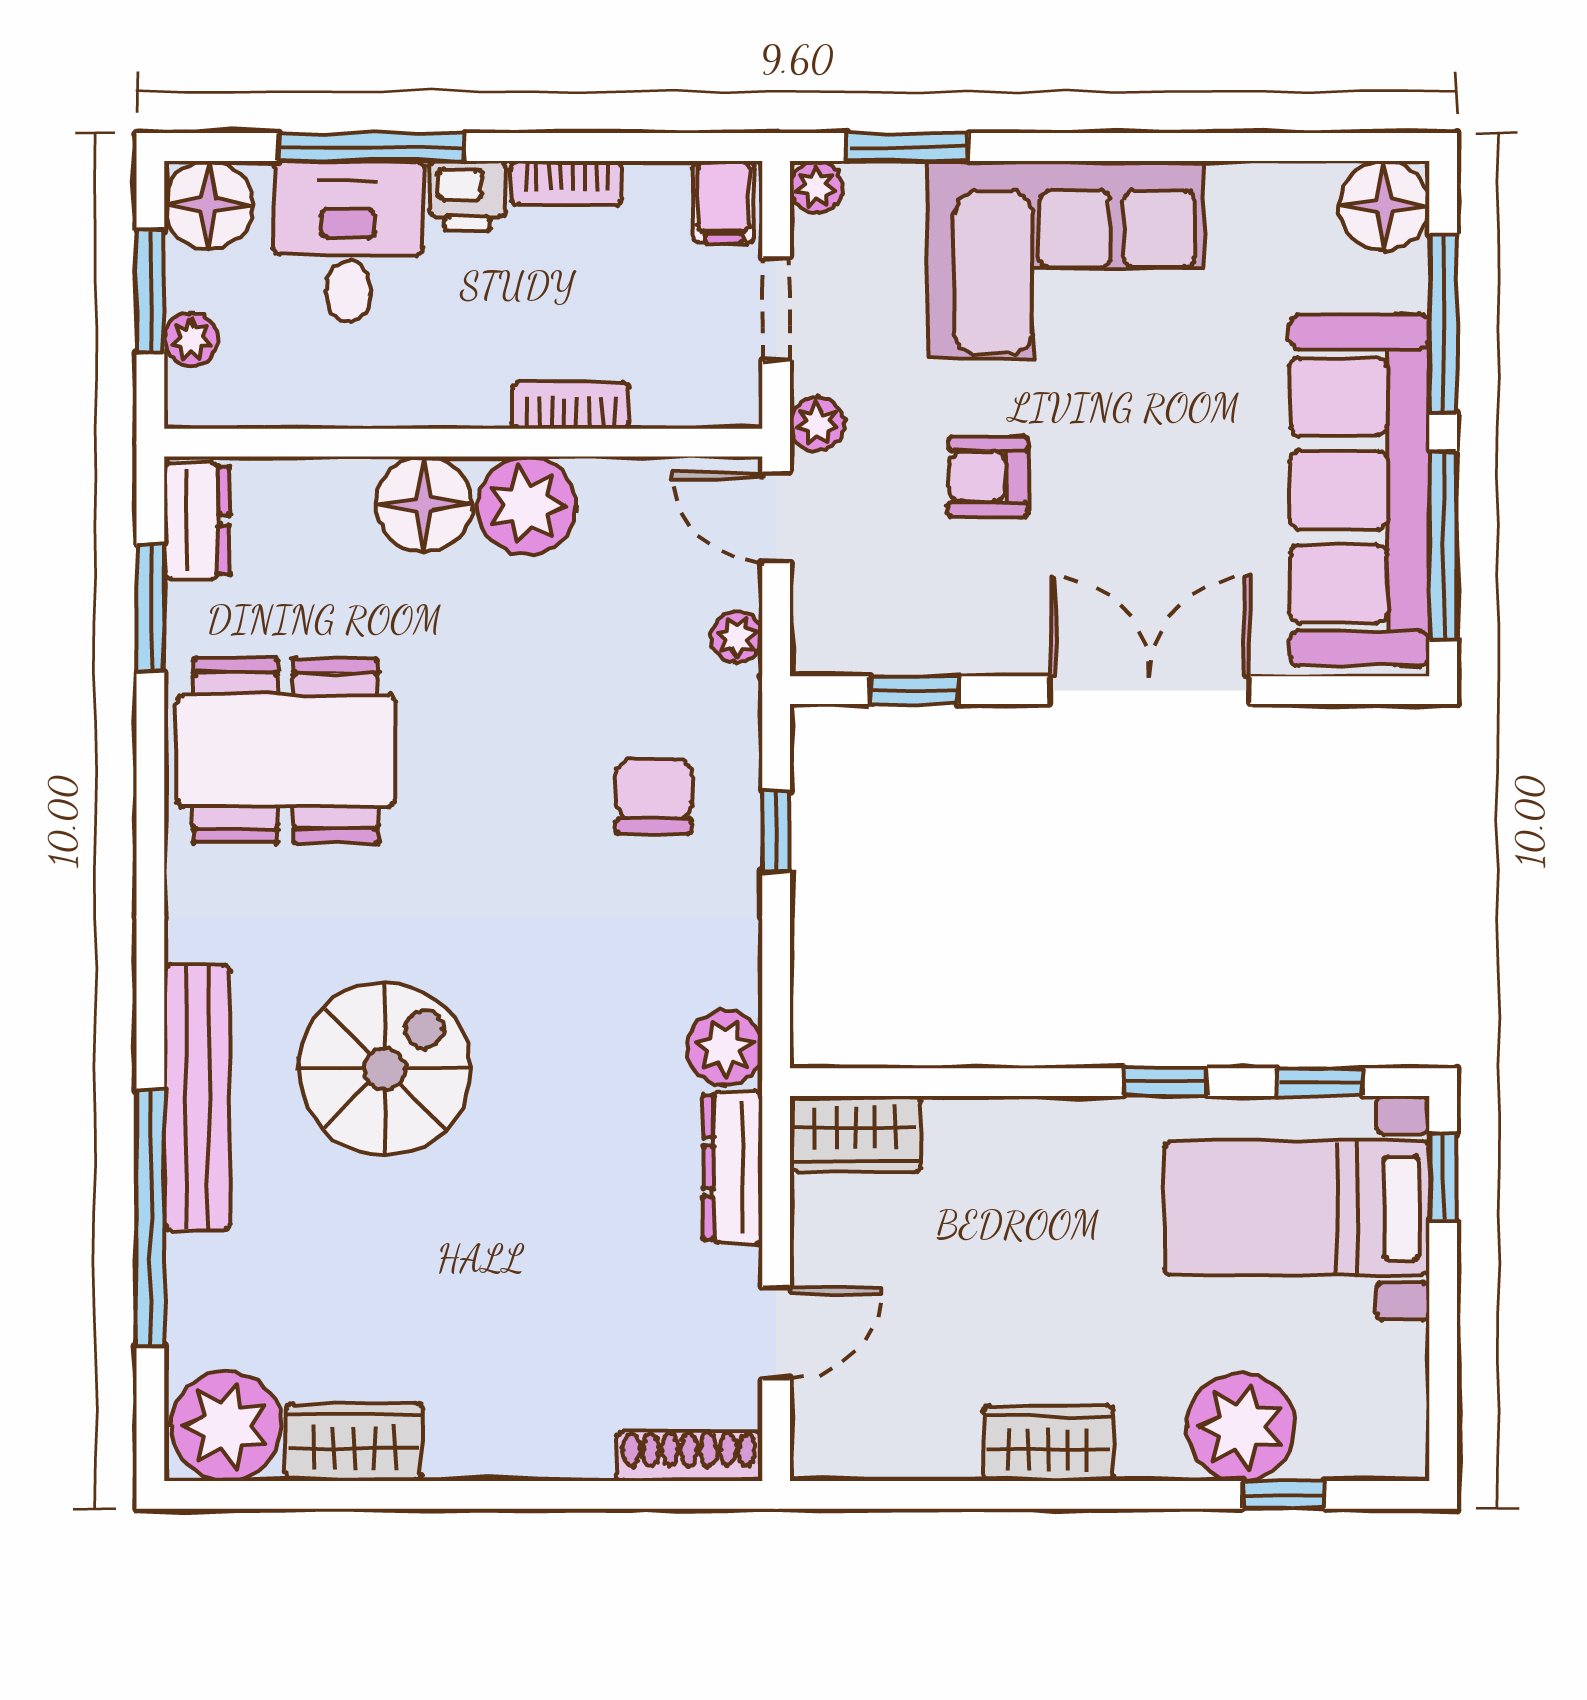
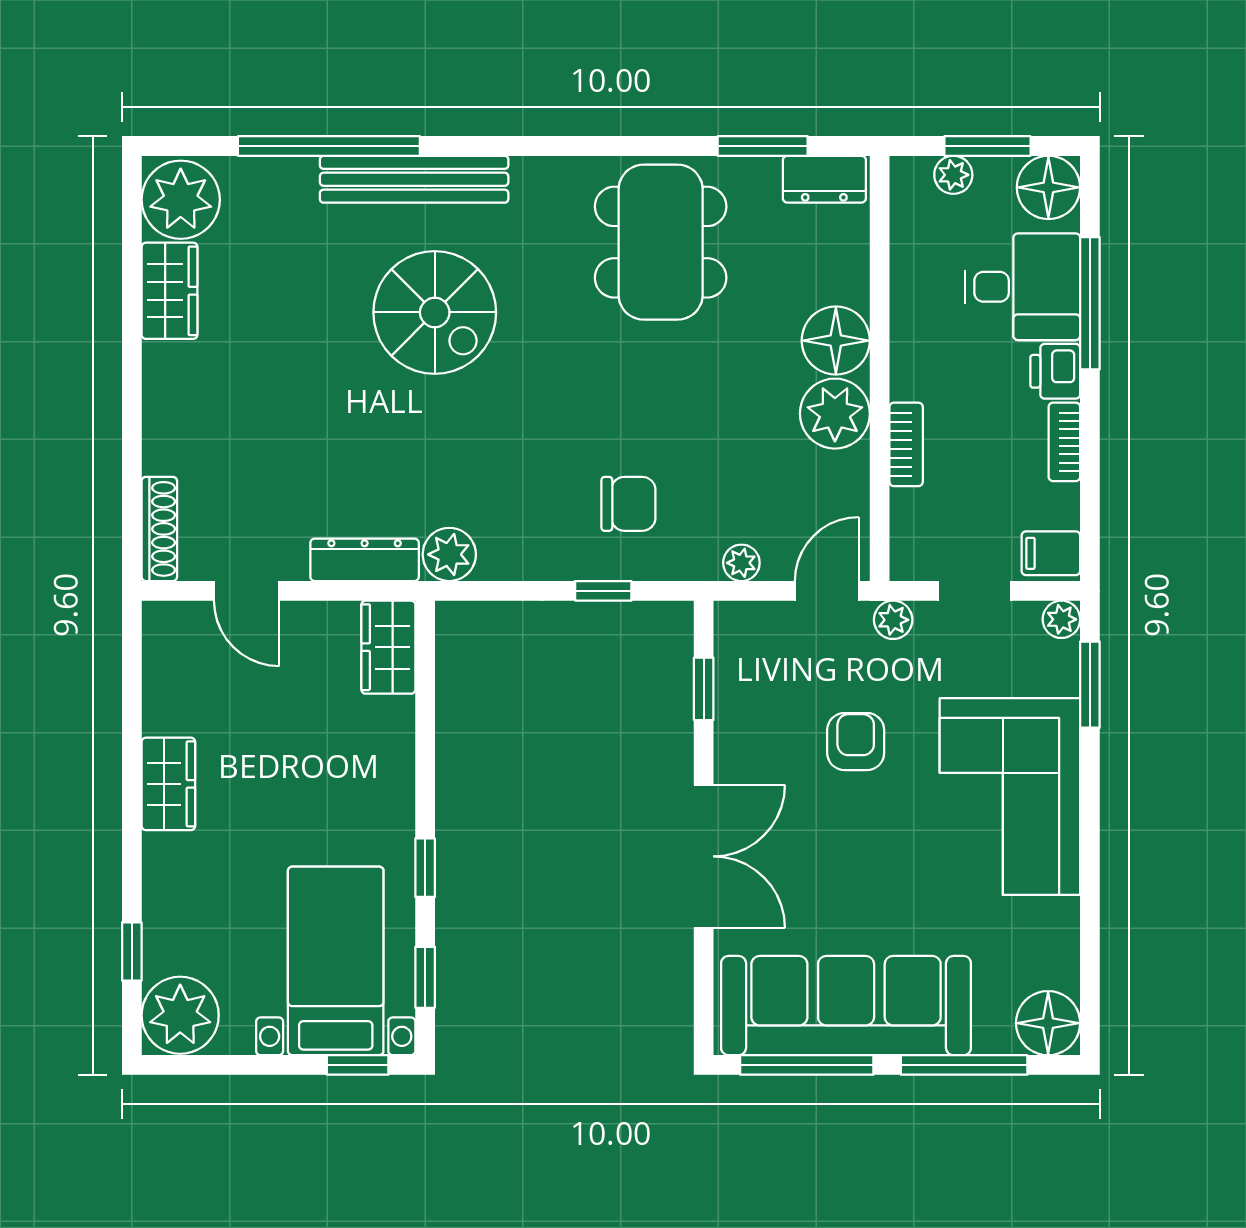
plant: (1241, 1427) -> (180, 1015), moved

